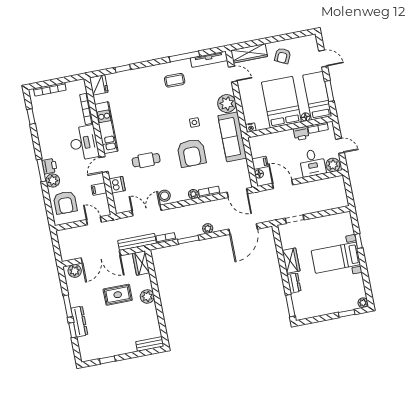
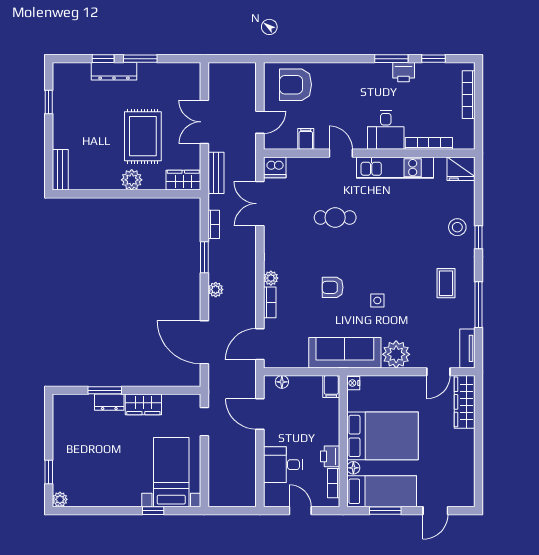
armchair: (283, 56) -> (451, 451), removed
tv unit: (209, 59) -> (467, 348), width x0.71
window: (123, 68) -> (478, 237), moved
desk: (84, 143) -> (386, 130), width x0.73
door: (340, 146) -> (300, 511), swing flipped
armchair: (192, 153) -> (333, 287), width x0.53, depth x0.53
cafe table: (146, 160) -> (335, 218), turned 90
filing cabinet: (260, 163) -> (331, 386), moved
plant: (333, 165) -> (274, 494), removed
printer: (50, 166) -> (404, 72), moved
window: (41, 170) -> (391, 59), moved
plant: (53, 180) -> (332, 73), removed
door: (283, 184) -> (260, 414), swing flipped
dishwasher: (117, 185) -> (275, 167), moved
stool: (165, 196) -> (457, 227), moved
double door: (147, 211) -> (260, 204), swing flipped
bench: (137, 242) -> (216, 173), width x0.73
double door: (101, 257) -> (204, 122), width x0.73
bed with nightstands: (336, 258) -> (171, 472), moved
plant: (75, 271) -> (191, 79), removed
rug: (118, 295) -> (143, 136), width x1.36, depth x1.43
window: (290, 306) -> (105, 390), moved

